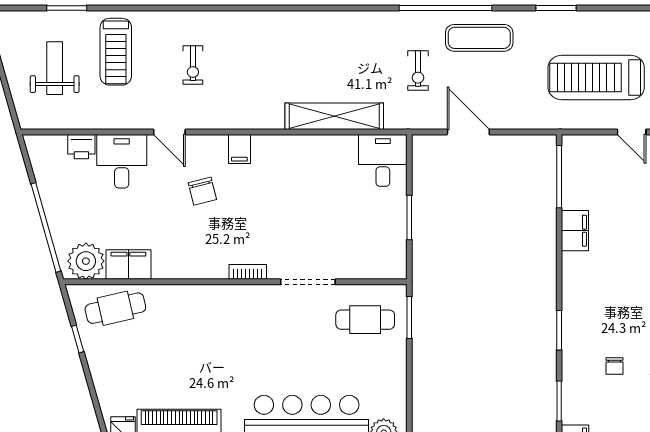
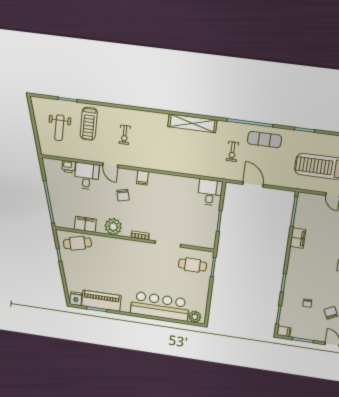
weight bench: (55, 68) -> (59, 128), turned 180
shelving: (334, 116) -> (192, 123), moved
plant: (86, 261) -> (113, 227), moved

